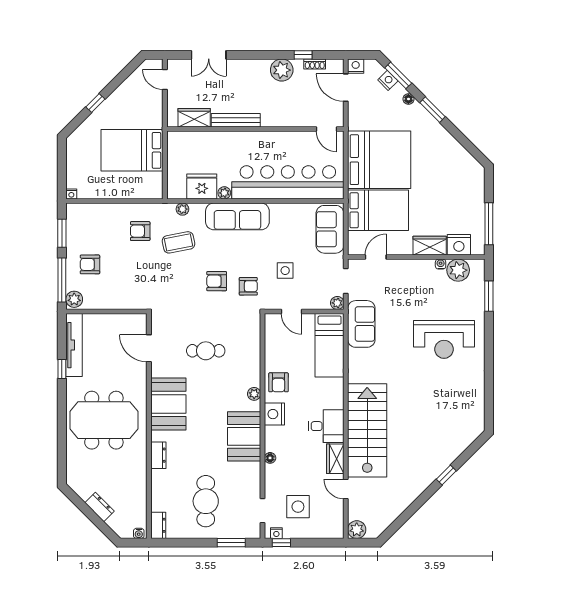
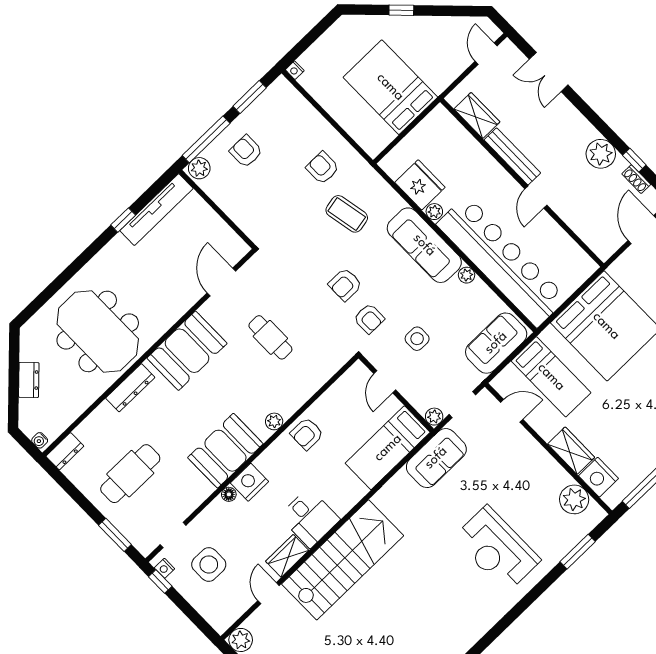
door: (326, 129) -> (536, 197), moved
plant: (182, 209) -> (467, 275), moved
bed: (378, 210) -> (551, 377), width x0.67
water cooler: (441, 264) -> (564, 478), removed
armchair: (217, 281) -> (345, 284), turned -90
nightstand: (274, 414) -> (249, 482), moved
meeting table: (104, 420) -> (98, 331), moved
dresser: (158, 455) -> (130, 388), width x1.44

